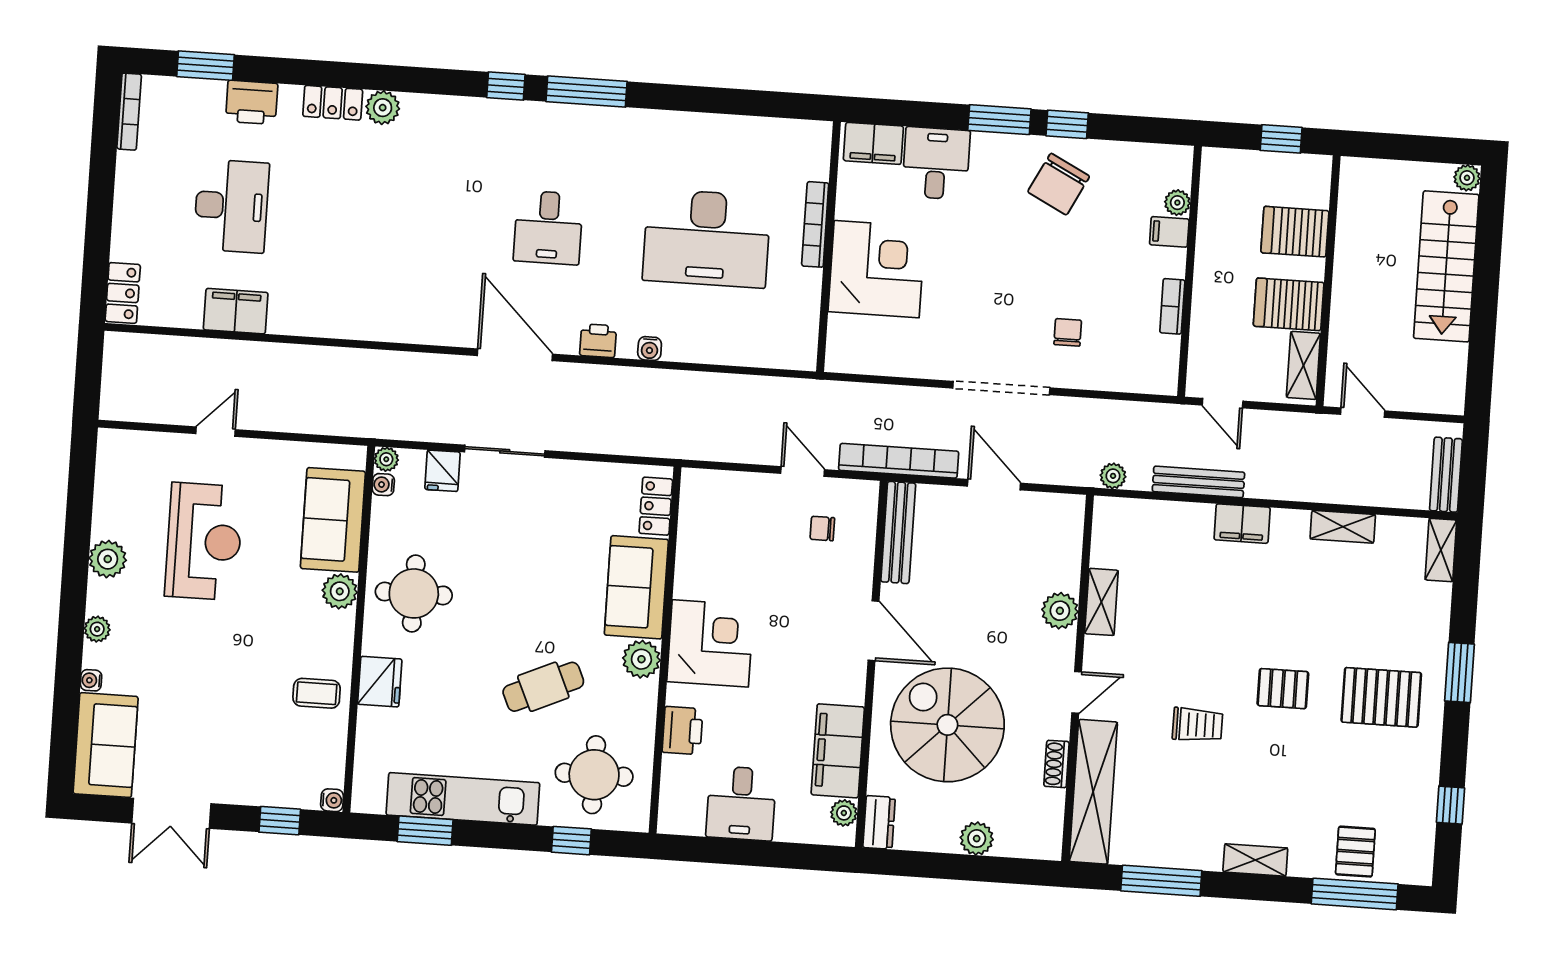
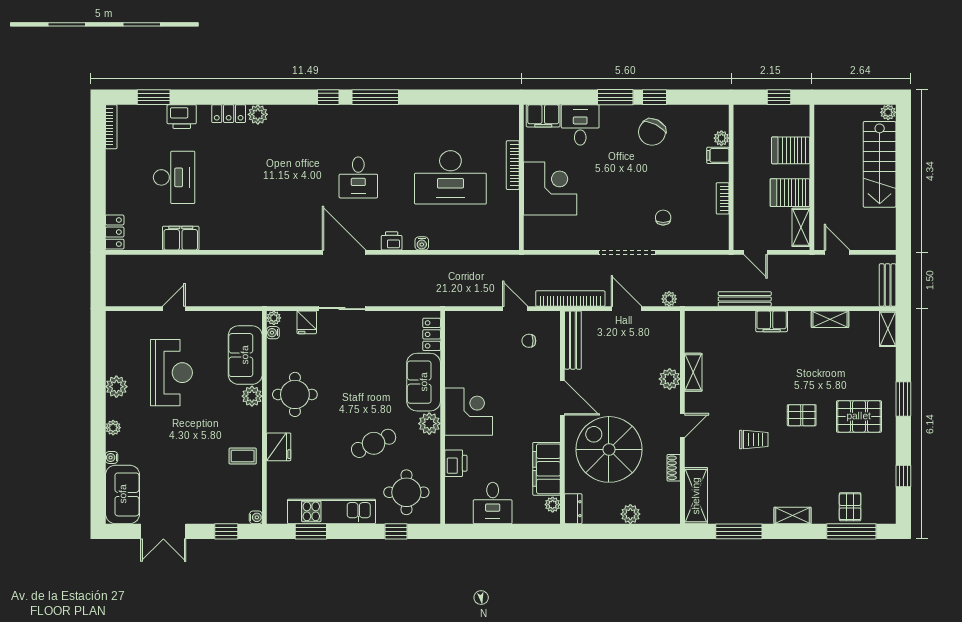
plant: (1113, 476) -> (669, 299), moved
shelving: (1093, 792) -> (696, 496), width x0.68

